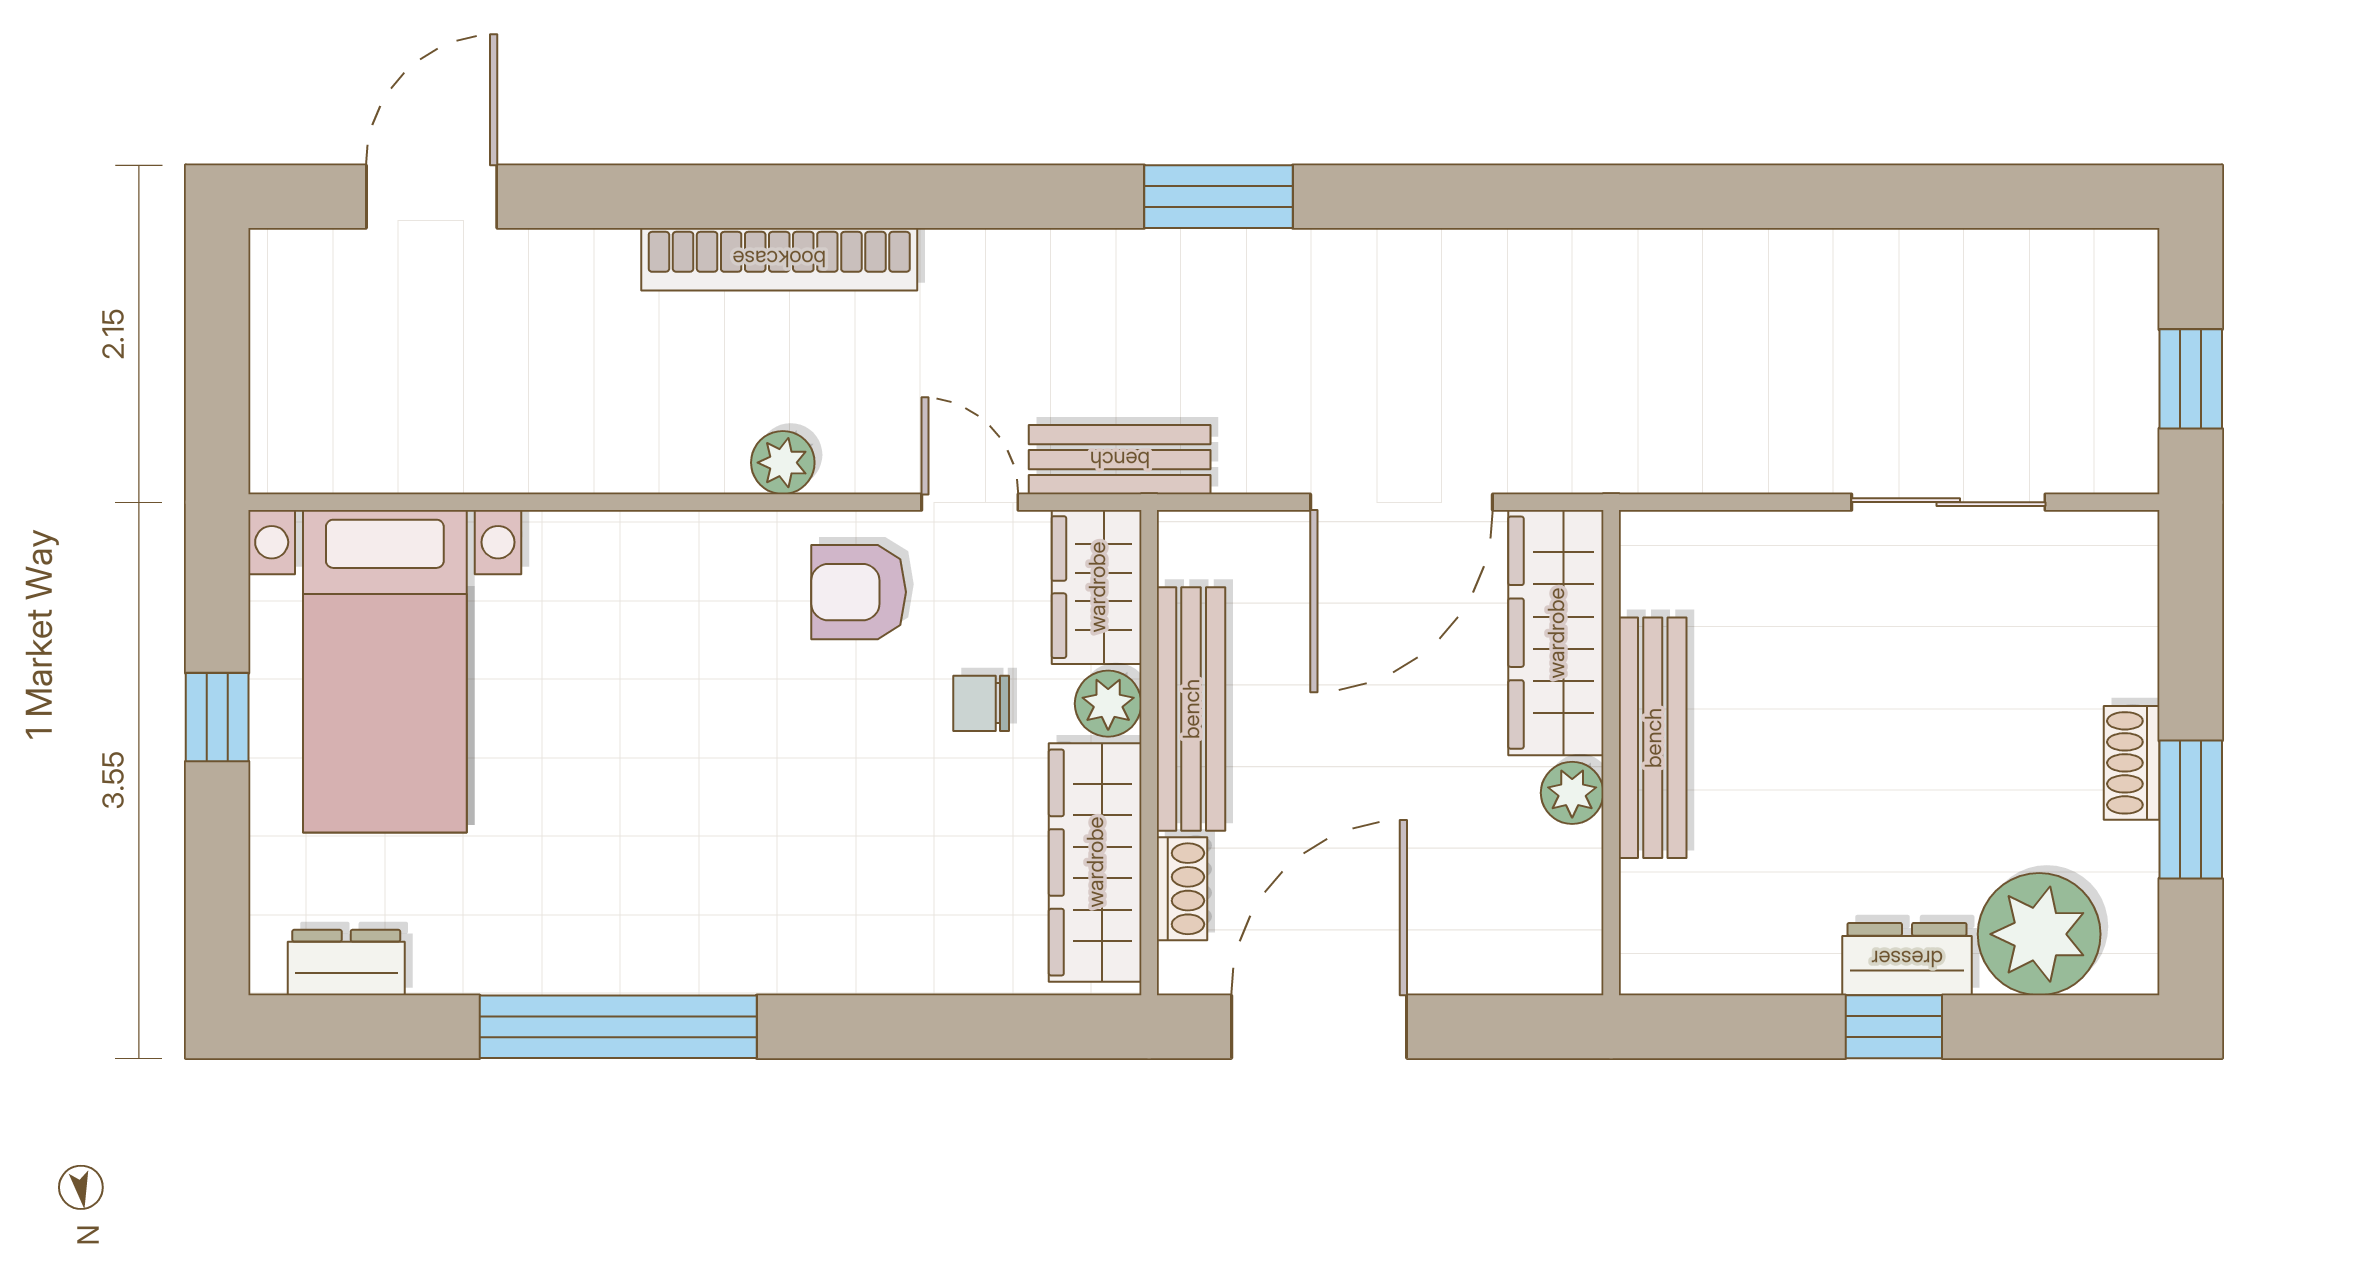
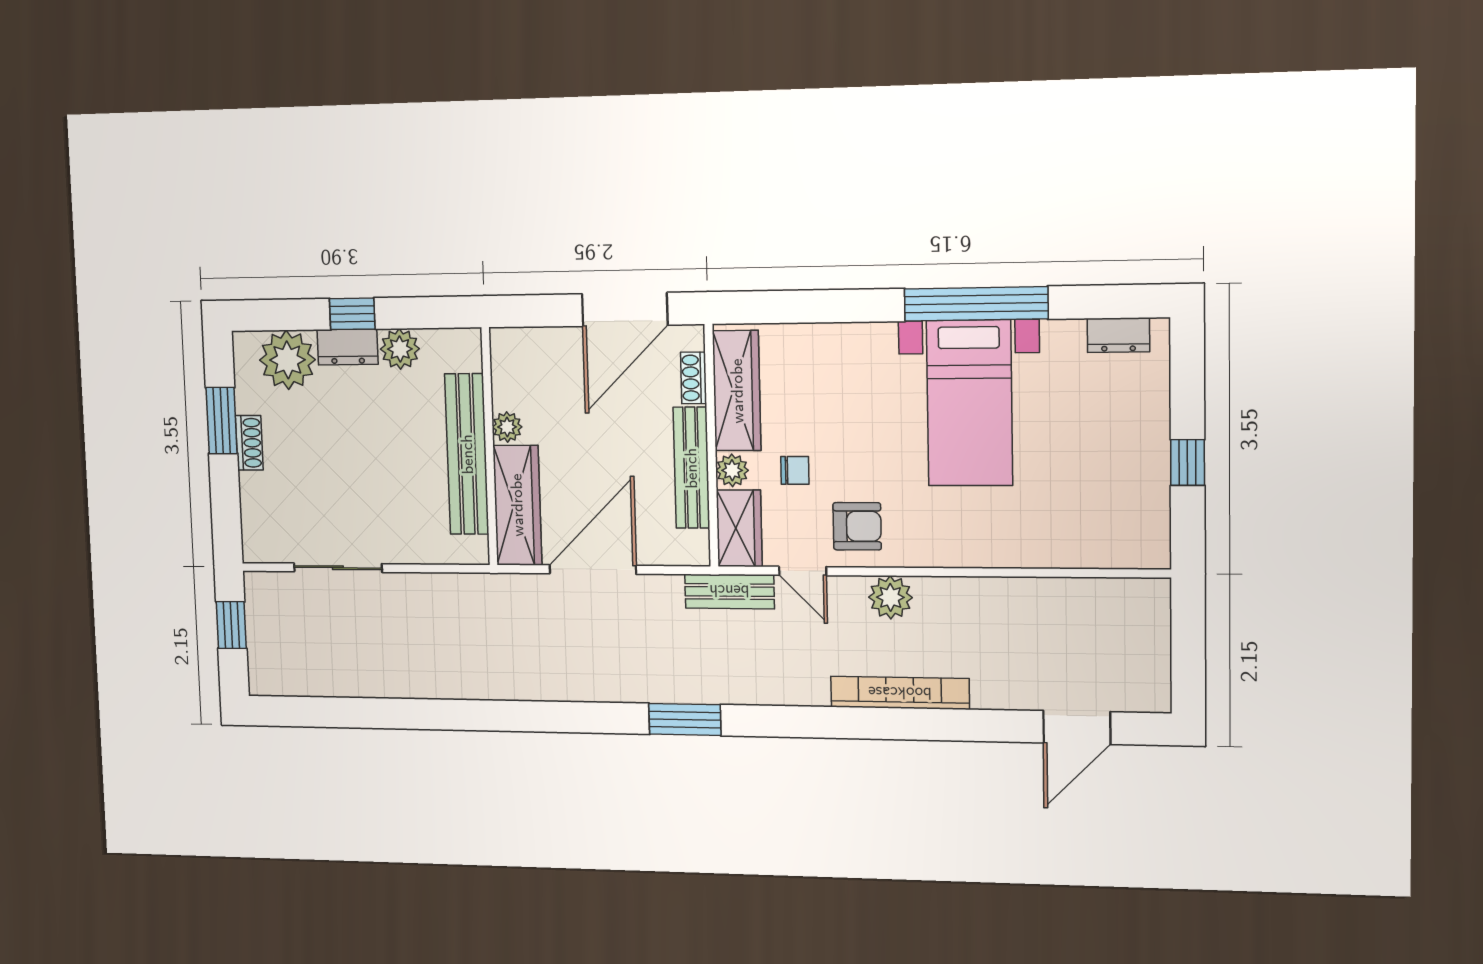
plant: (783, 463) -> (890, 597), width x1.38, depth x1.38
bed with nightstands: (385, 671) -> (969, 403), moved, turned 180
bench: (1653, 738) -> (467, 454), width x1.37, depth x1.21
plant: (1794, 954) -> (400, 349), added

